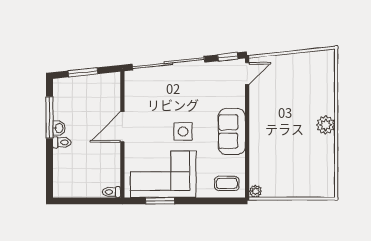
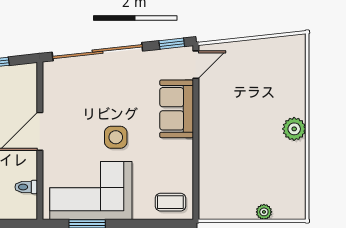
sofa: (232, 132) -> (177, 109), moved
plant: (255, 191) -> (264, 212), moved
toilet: (111, 192) -> (26, 187), moved

